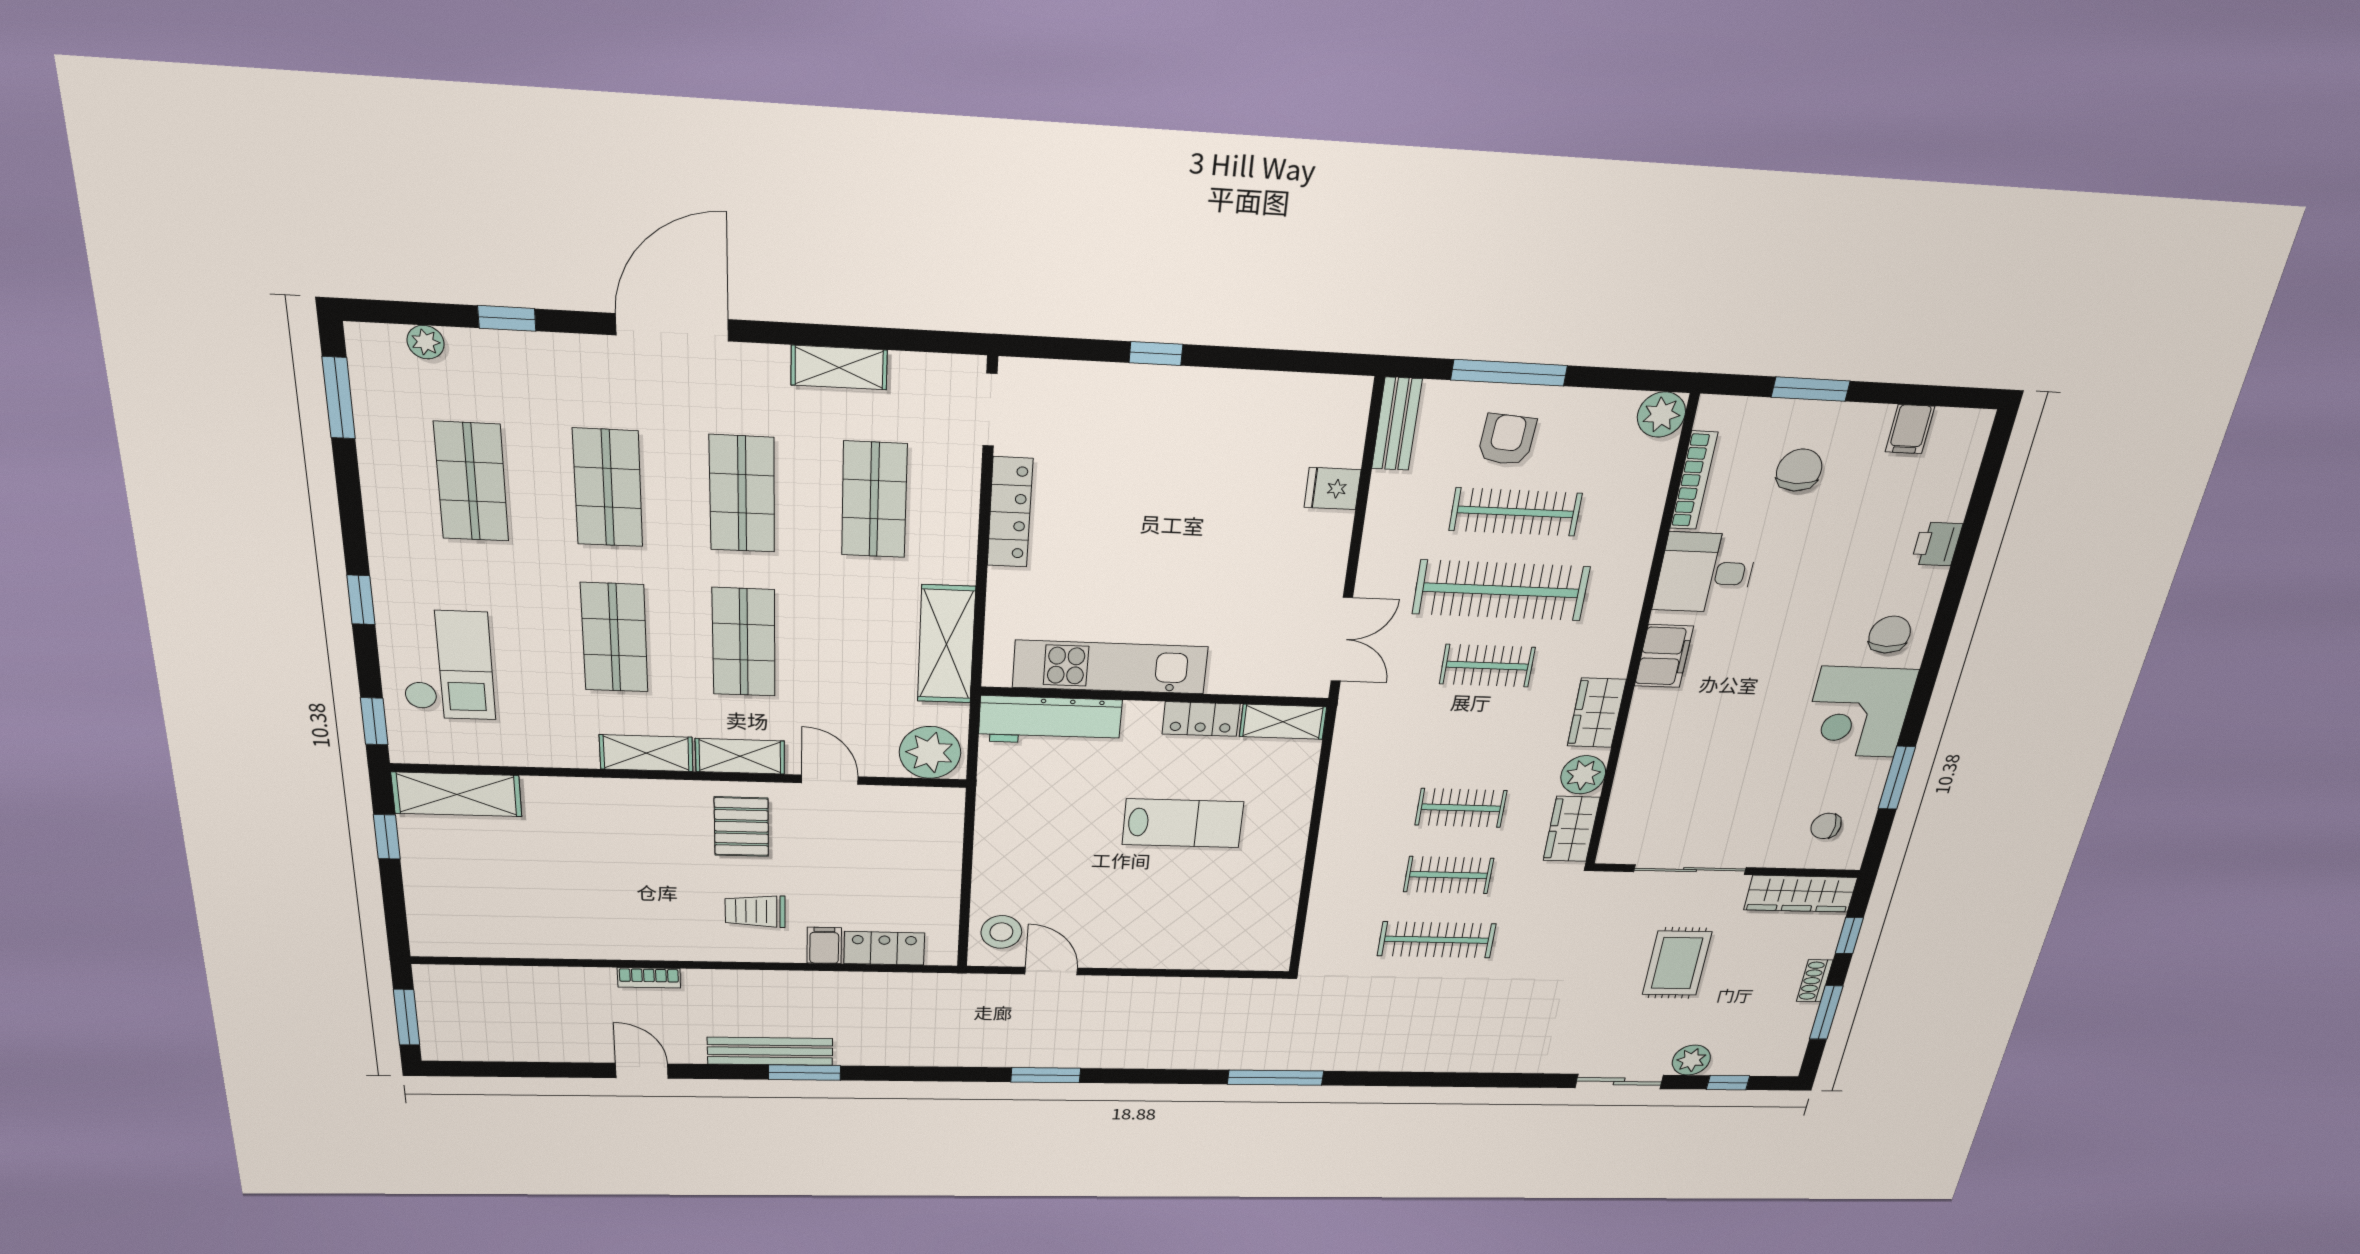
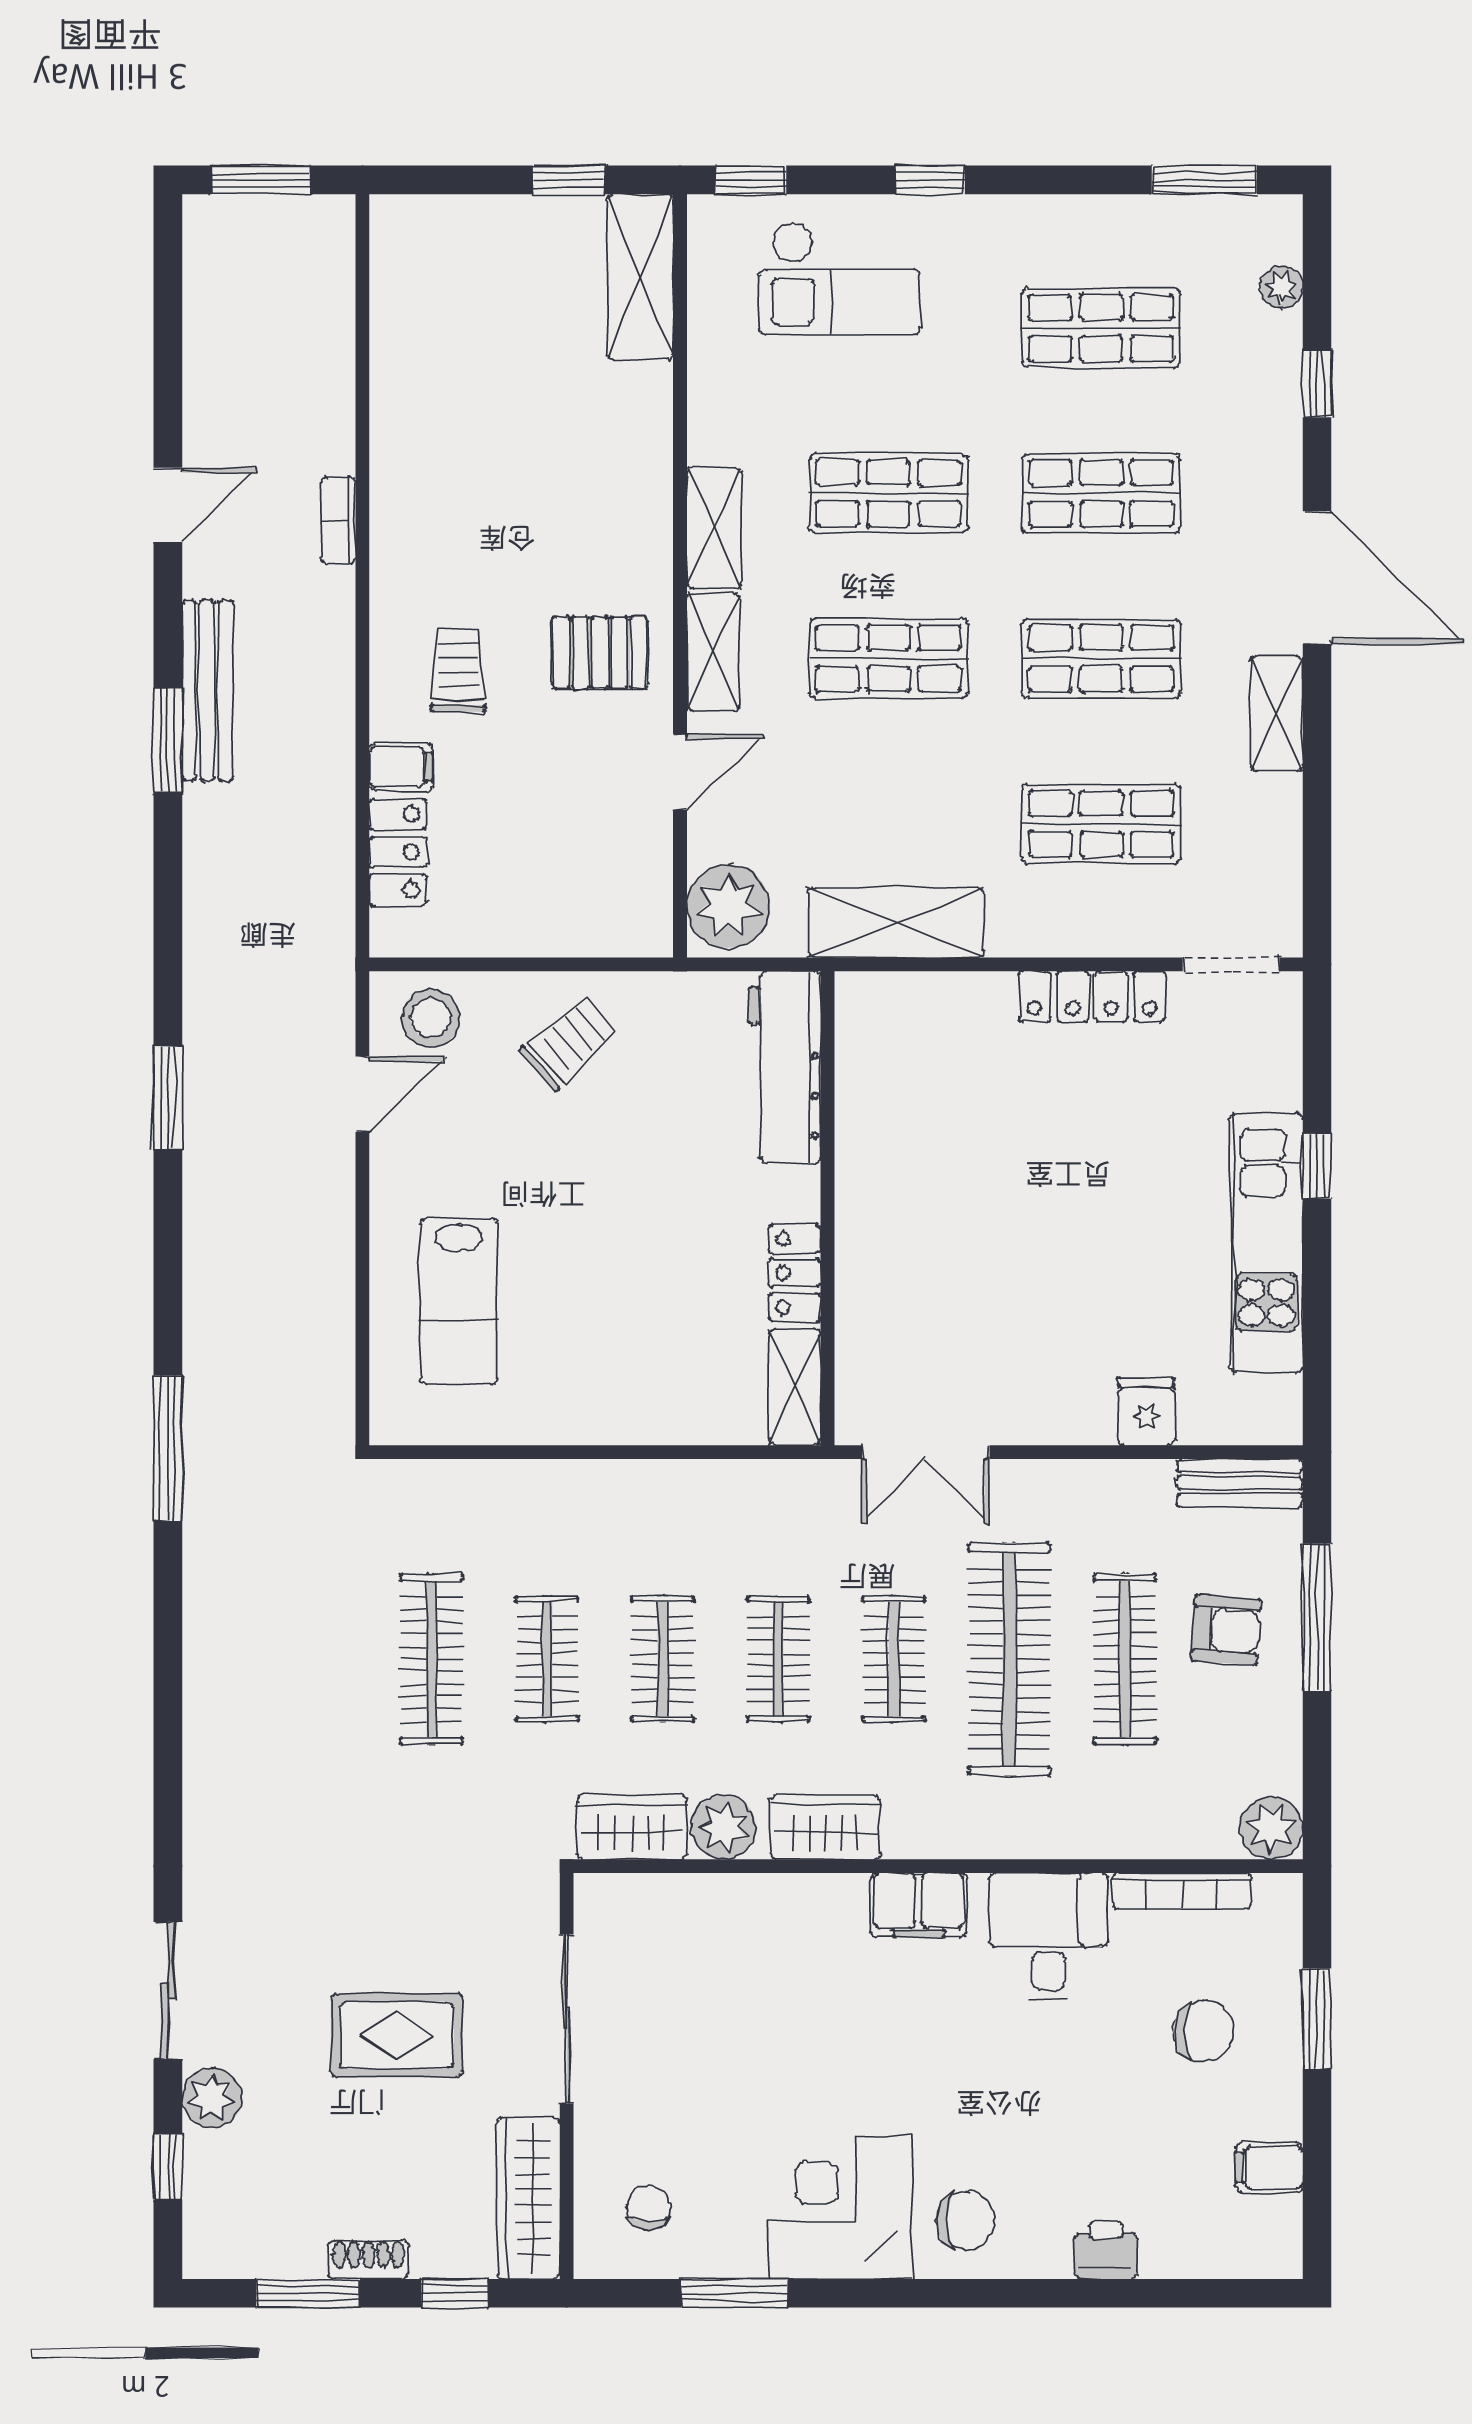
shelving: (839, 368) -> (1277, 714), moved
kitchen unit: (1110, 667) -> (1266, 1243), moved, turned 180
clothes rail: (1474, 738) -> (778, 1659), added
lab bench: (1183, 823) -> (458, 1301), moved
trolley: (1024, 852) -> (569, 1043), added

